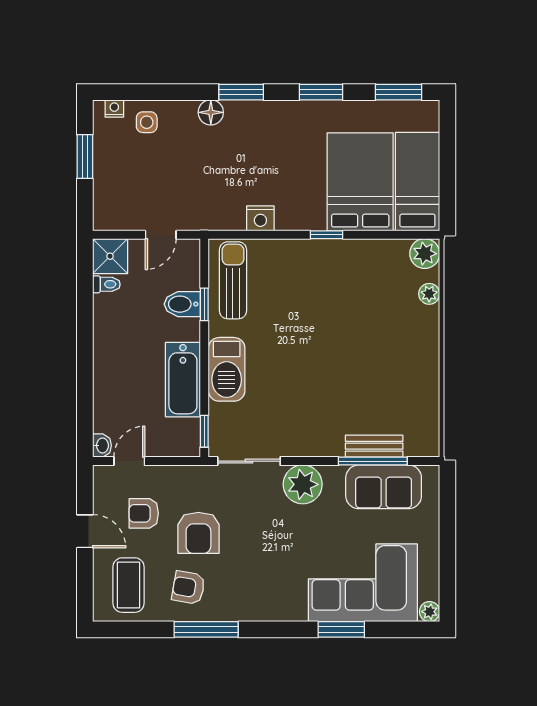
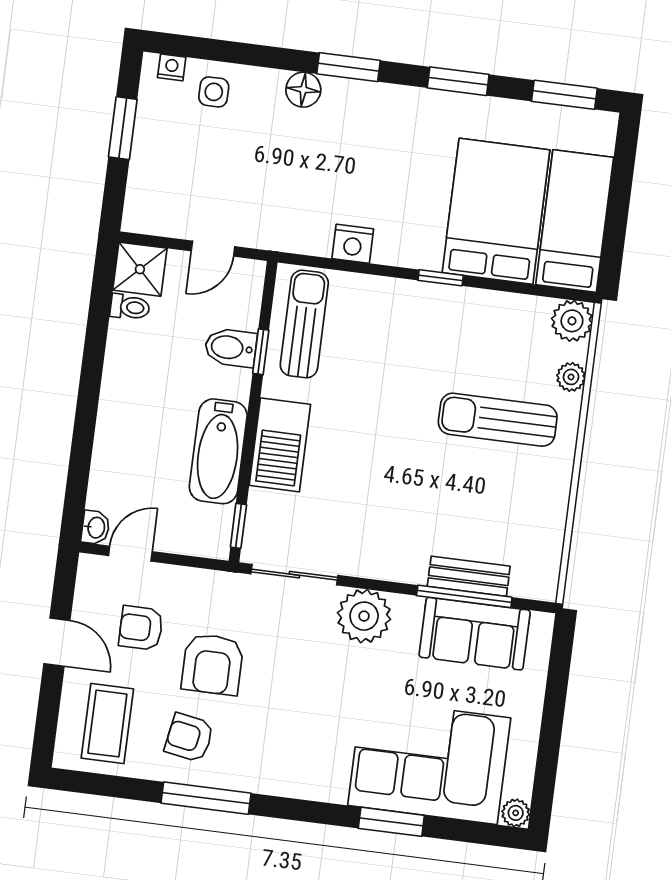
sun lounger: (380, 331) -> (498, 420), added

